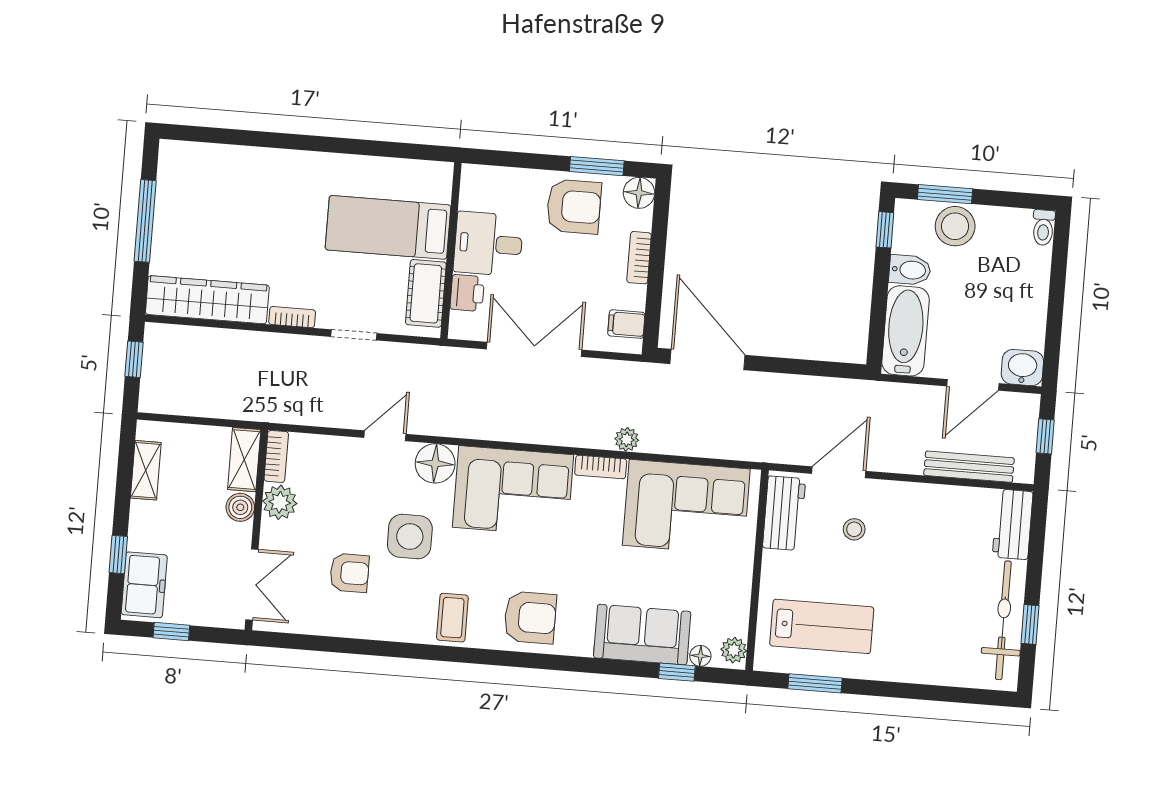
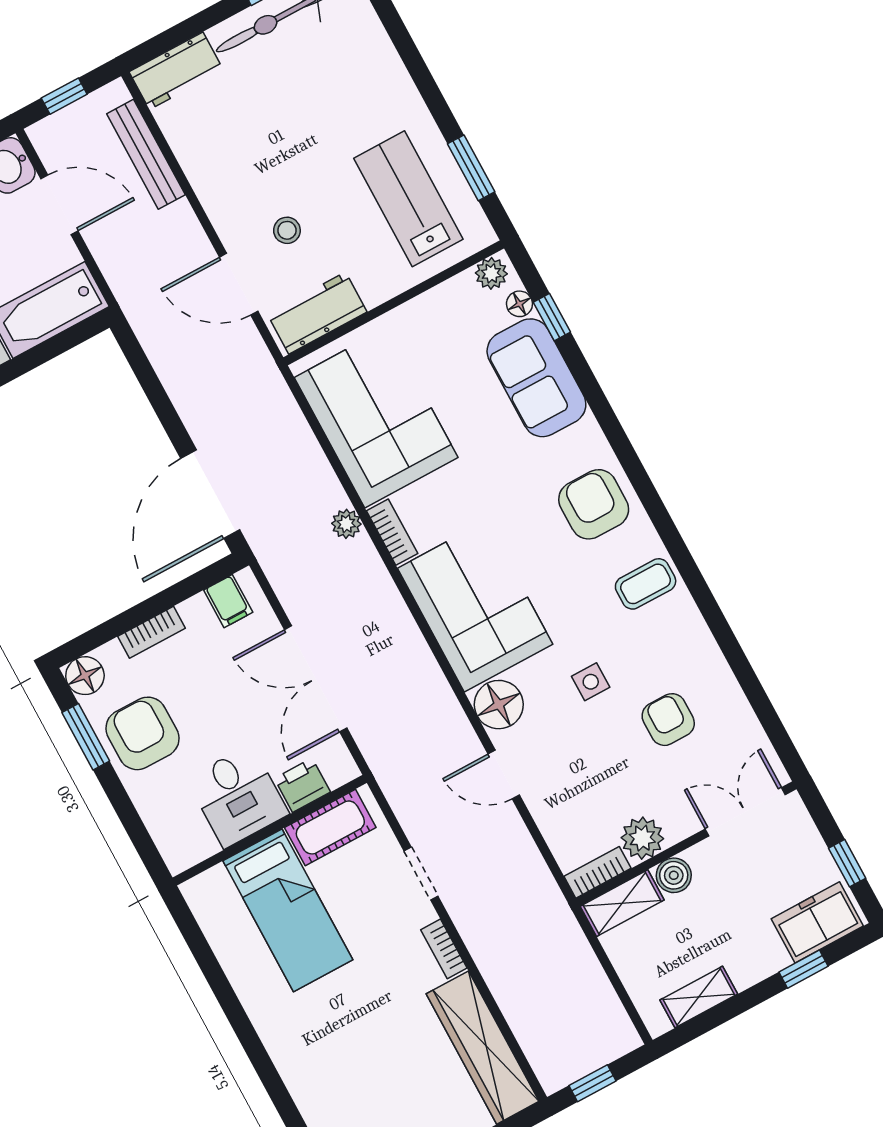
side table: (410, 537) -> (591, 682), width x0.54, depth x0.54

